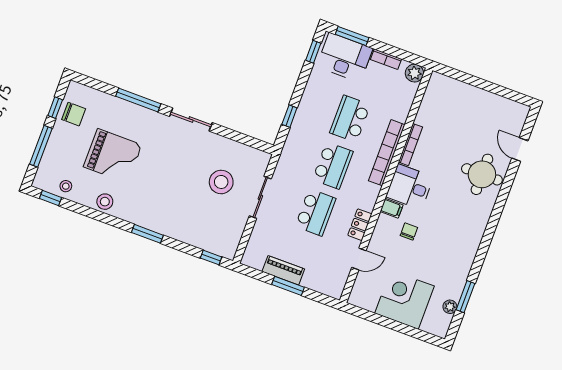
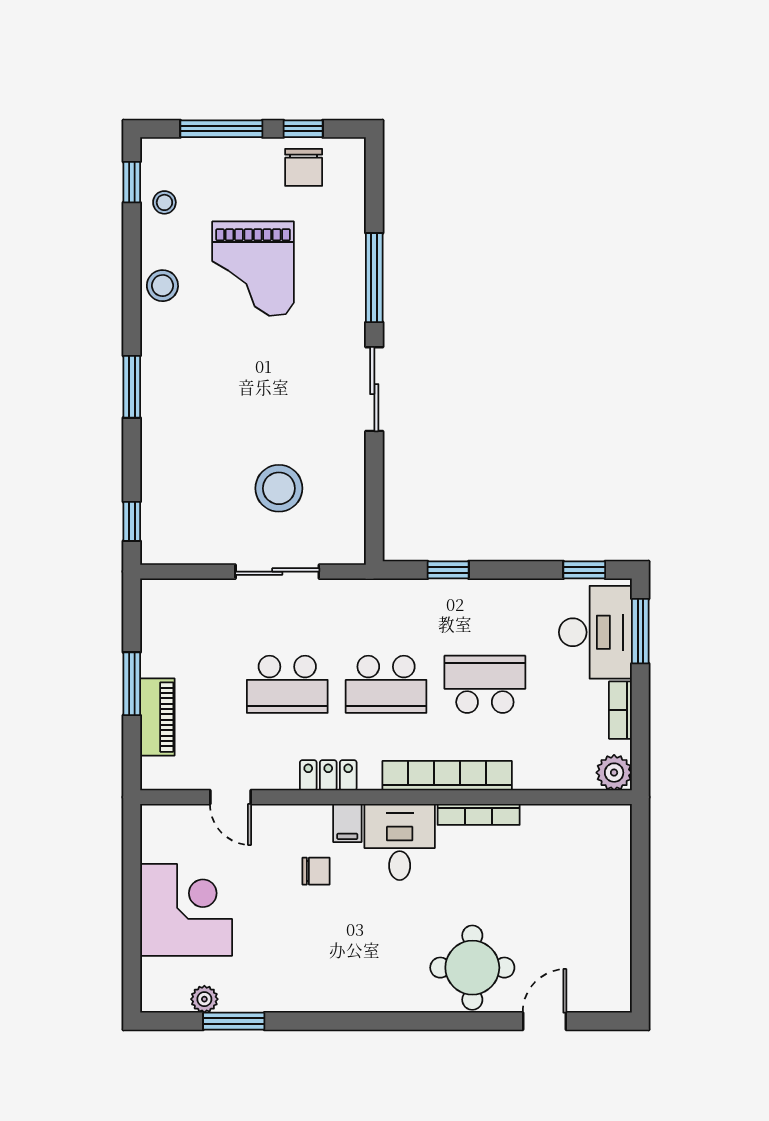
locker: (360, 225) -> (328, 775), moved
piano: (283, 270) -> (157, 717), moved

